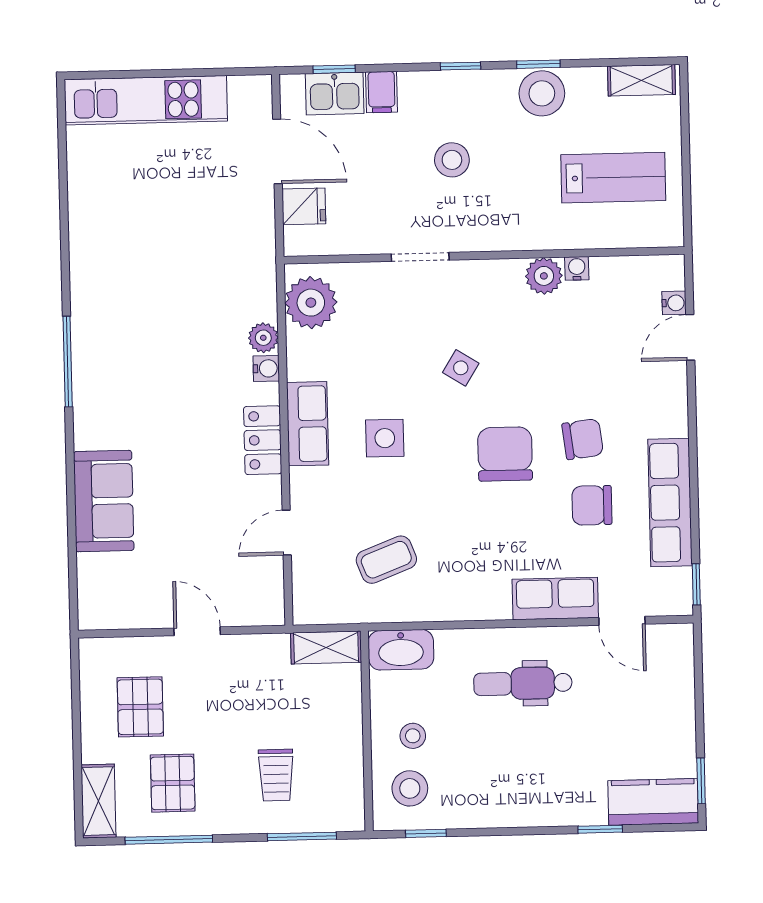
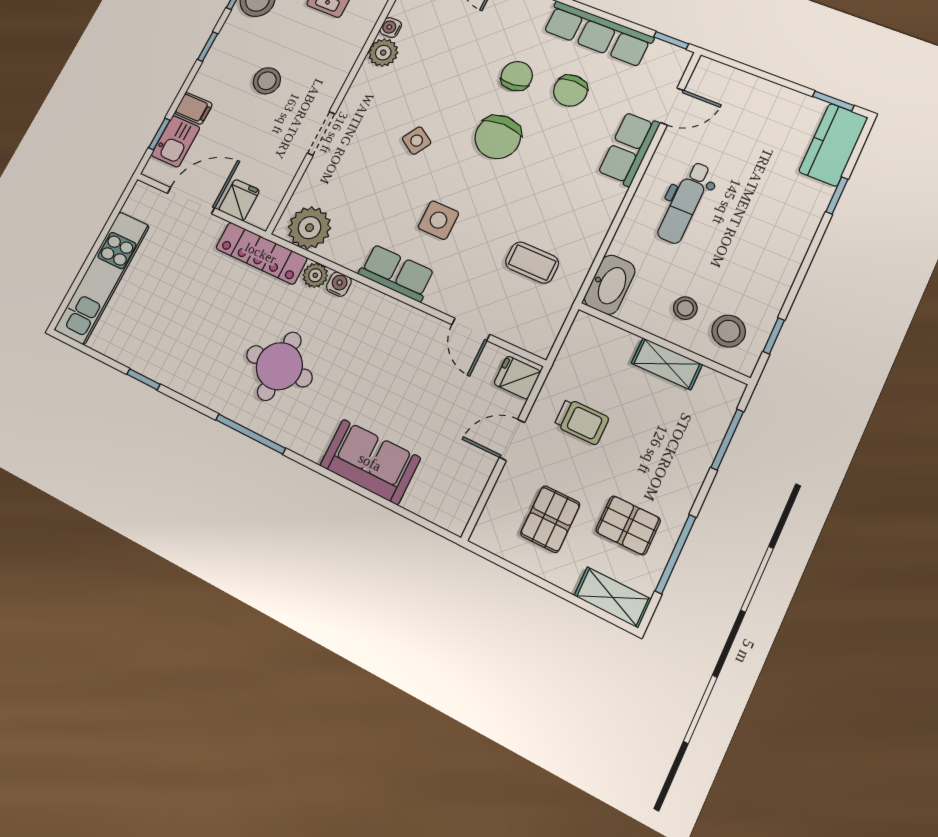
window: (64, 213) -> (143, 379), added
round table: (151, 353) -> (279, 366), added
locker: (263, 440) -> (261, 253), moved, width x1.53
chair: (505, 454) -> (498, 137), turned -90
coffee table: (386, 560) -> (532, 263), turned -69
fridge: (261, 605) -> (517, 378), added
shelving: (326, 647) -> (667, 364), moved, turned 90
pallet: (140, 707) -> (550, 519), turned 90
trolley: (276, 775) -> (582, 422), moved

